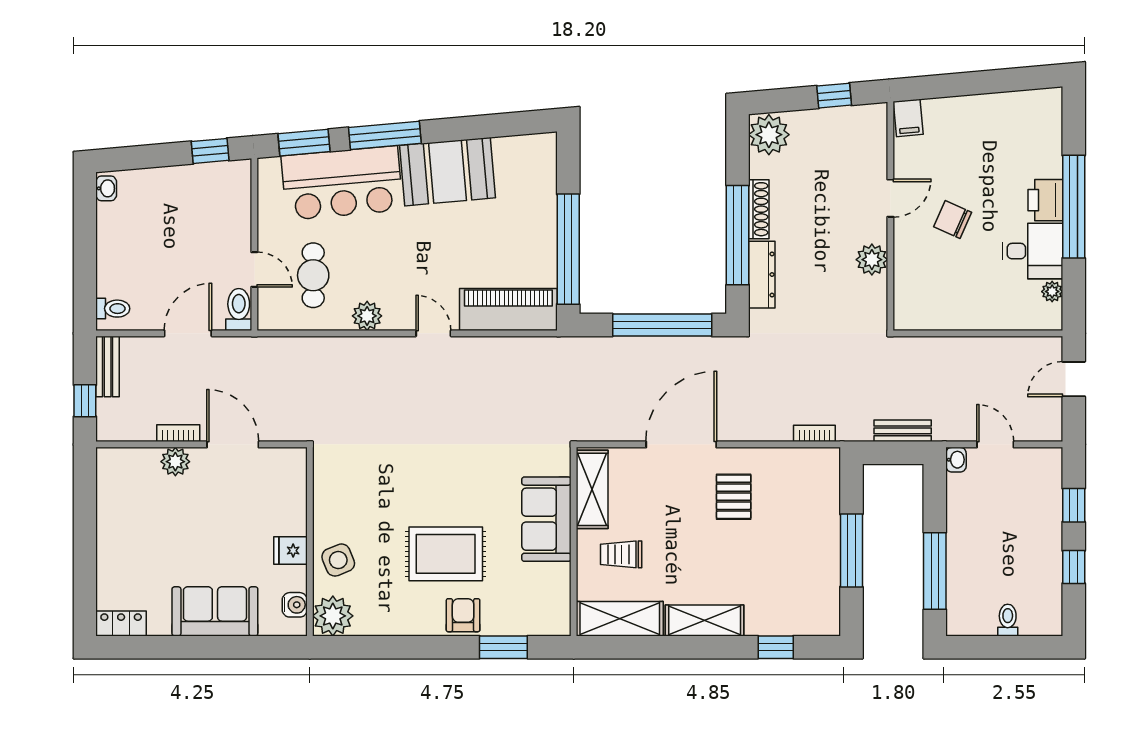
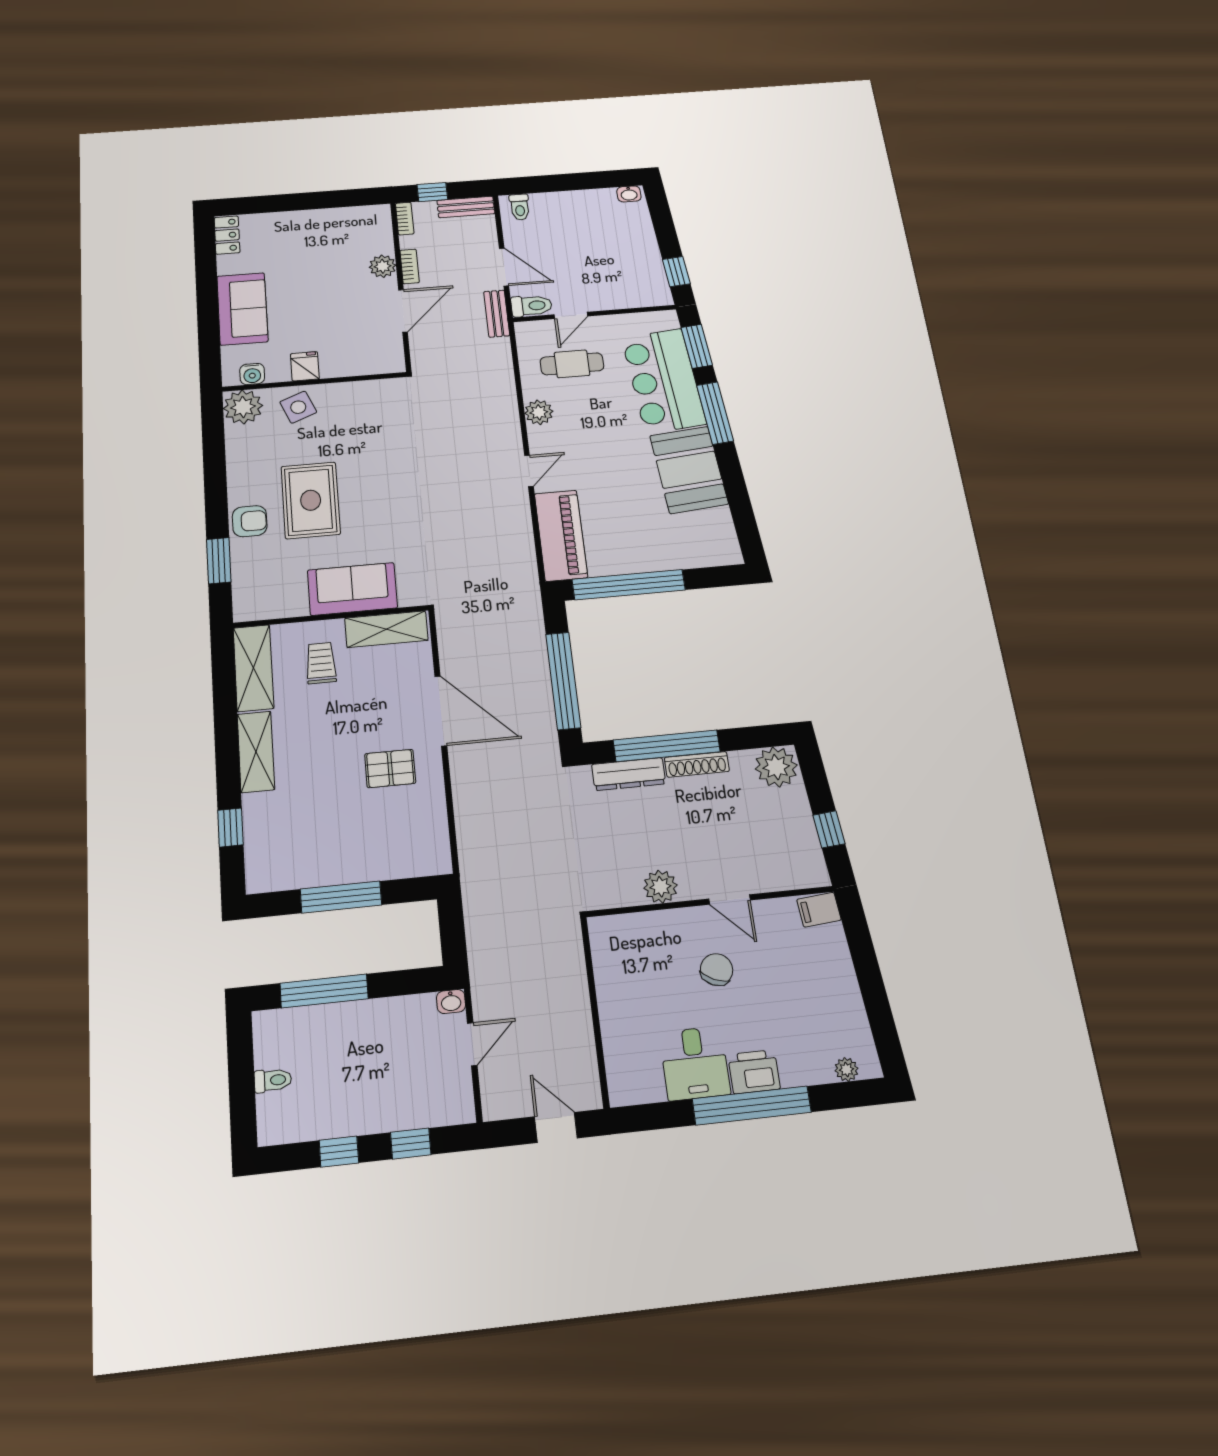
plant: (1052, 292) -> (846, 1069), moved
bench: (903, 431) -> (497, 314), moved
bookcase: (814, 433) -> (405, 219), moved

